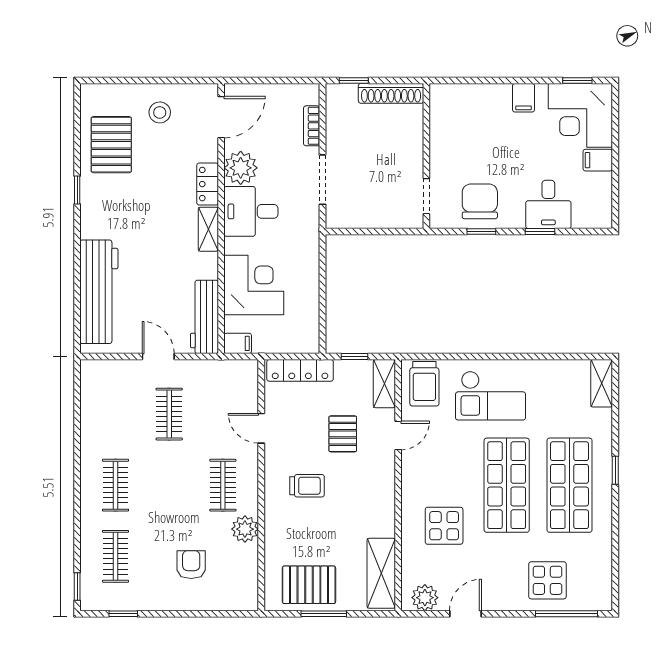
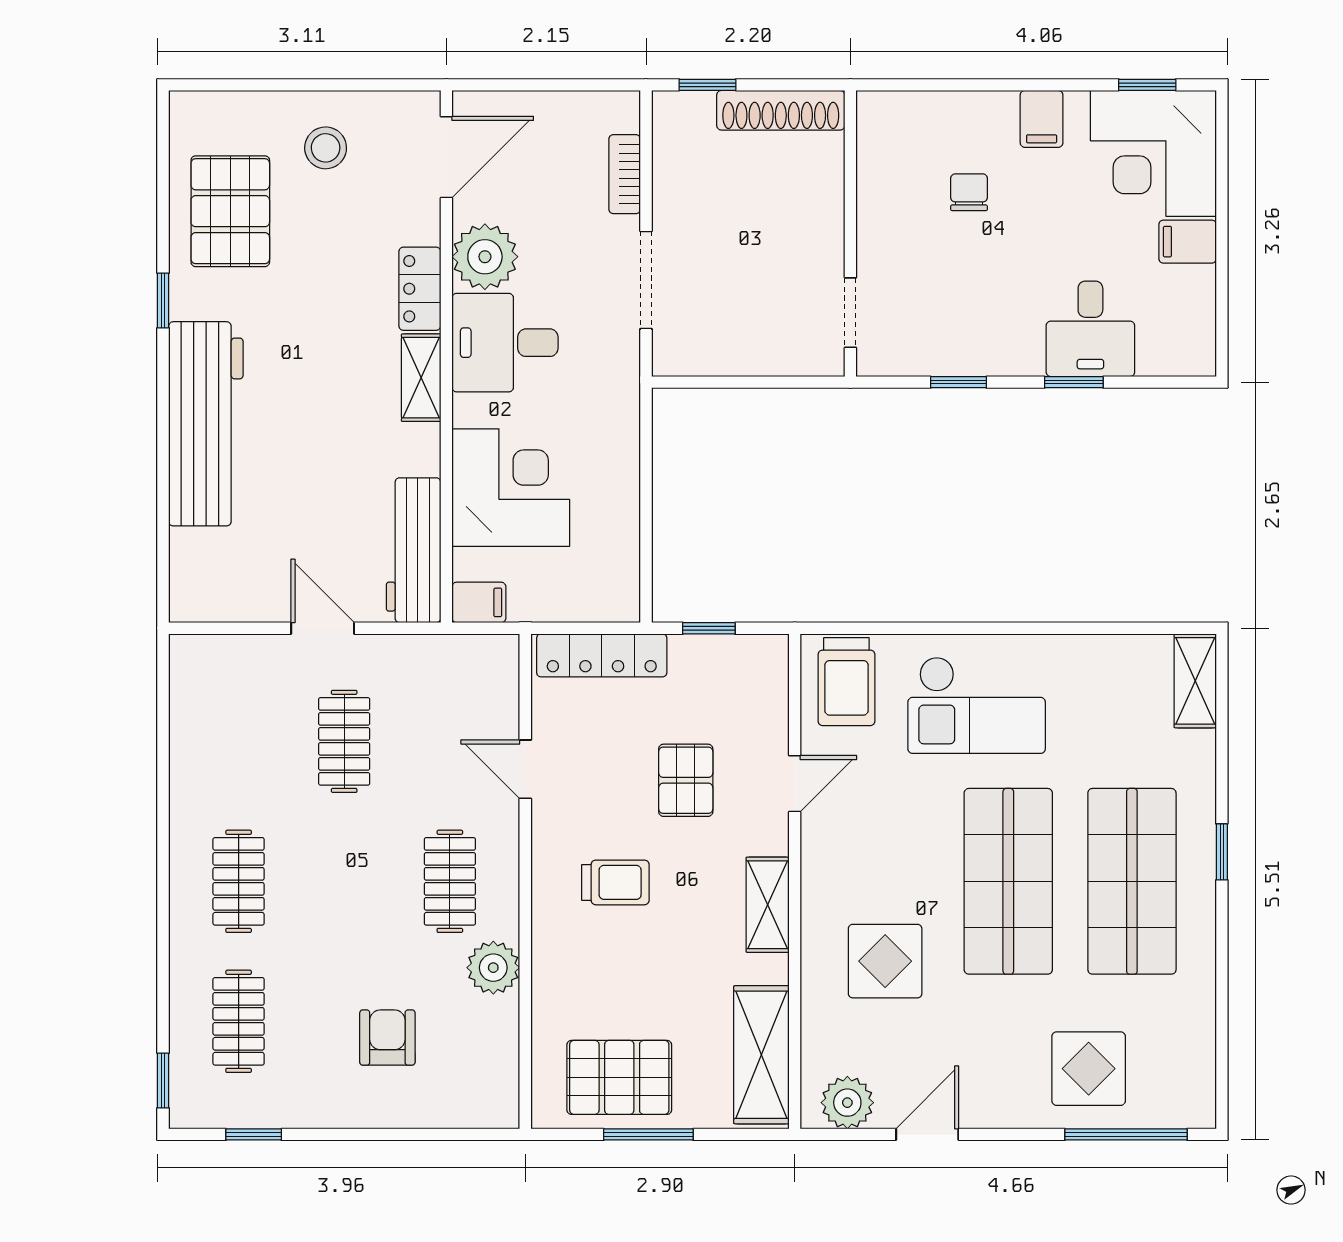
chair: (480, 201) -> (969, 192), moved, width x0.54, depth x0.54
workbench: (99, 292) -> (206, 424), moved
shelving: (384, 384) -> (768, 905), moved

